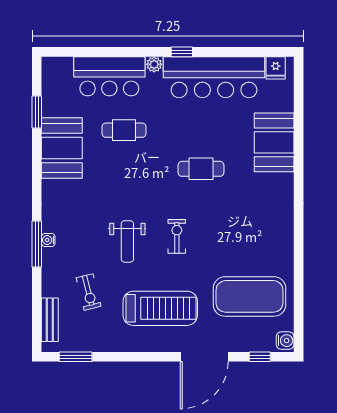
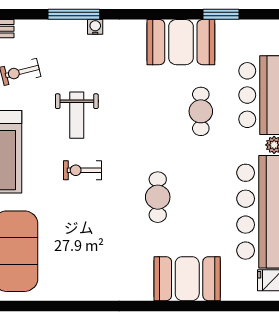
exercise bike: (177, 236) -> (82, 170), turned 180
water cooler: (48, 240) -> (95, 27), moved
weight bench: (127, 241) -> (77, 115), turned -90

